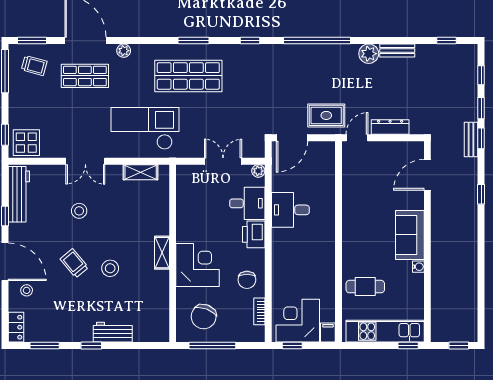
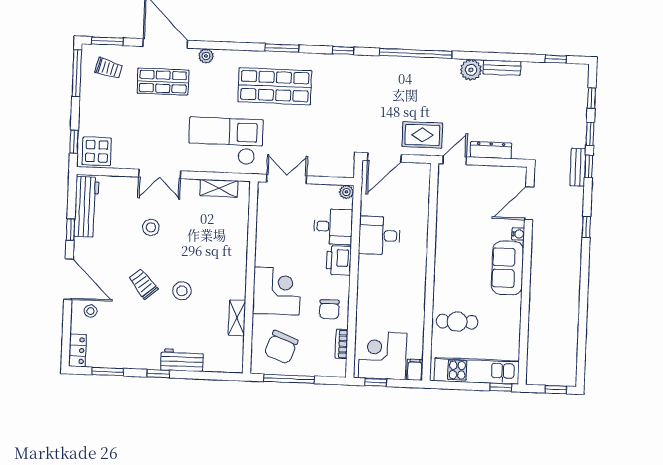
double door: (223, 161) -> (287, 179), moved
shelving: (162, 253) -> (237, 318), moved
water cooler: (418, 267) -> (518, 234), moved

